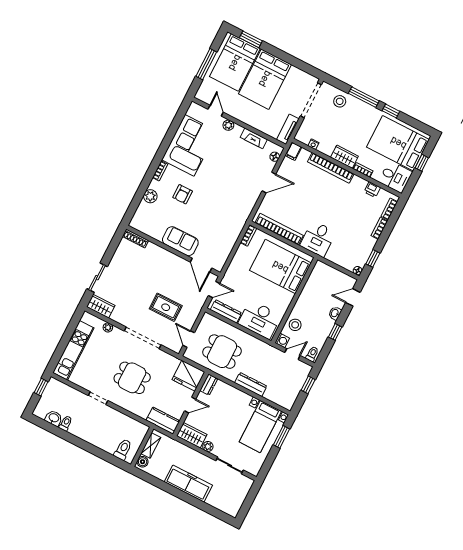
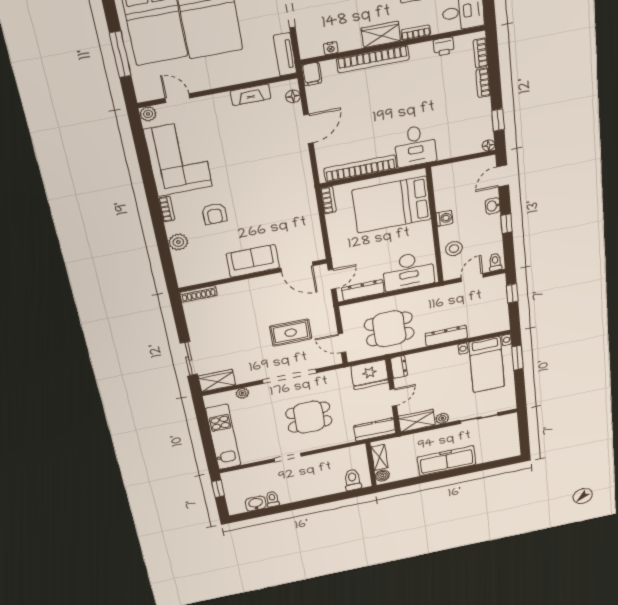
plant: (228, 125) -> (148, 114), moved
washing machine: (282, 340) -> (444, 218), moved

